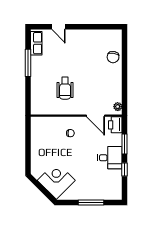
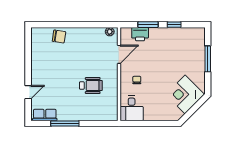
printer: (115, 125) -> (140, 34), moved
desk: (110, 158) -> (132, 108), moved, turned 180

